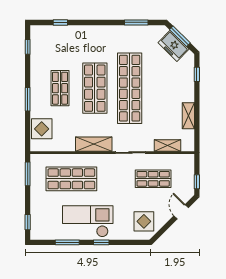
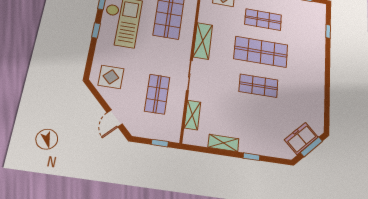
window: (136, 22) -> (327, 103), removed
window: (197, 74) -> (251, 157), moved
shop shelf: (130, 88) -> (258, 86), width x0.50, depth x0.74
window: (197, 182) -> (160, 143), moved
door: (181, 212) -> (115, 118), swing flipped

